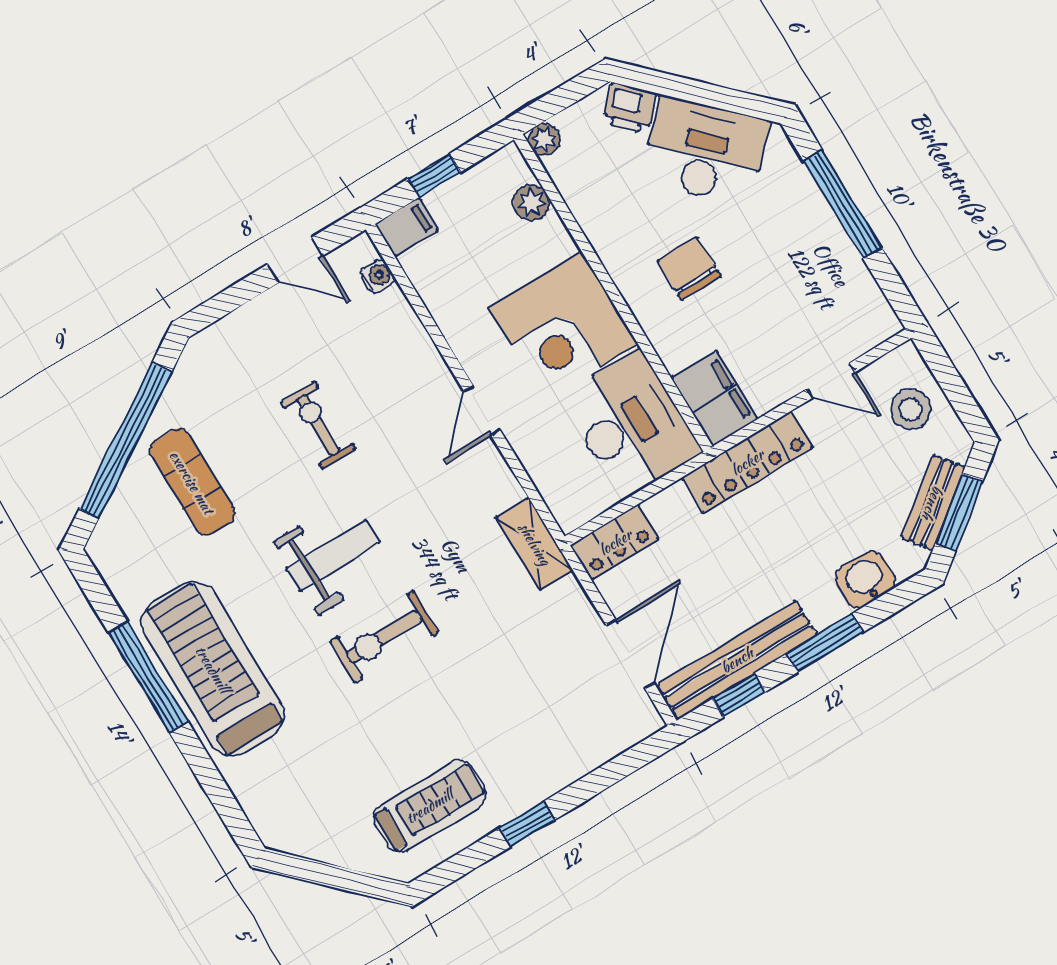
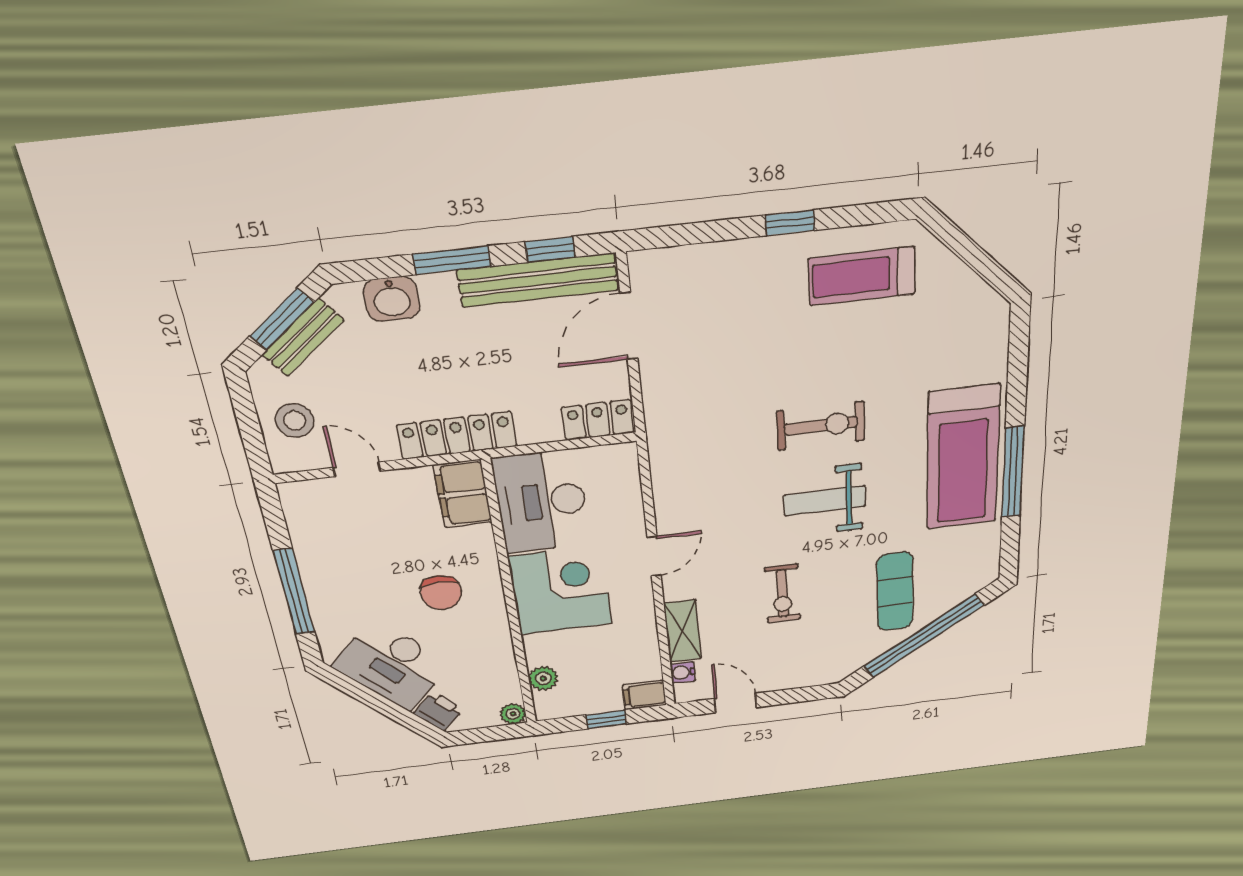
shelving: (535, 544) -> (683, 631), moved

